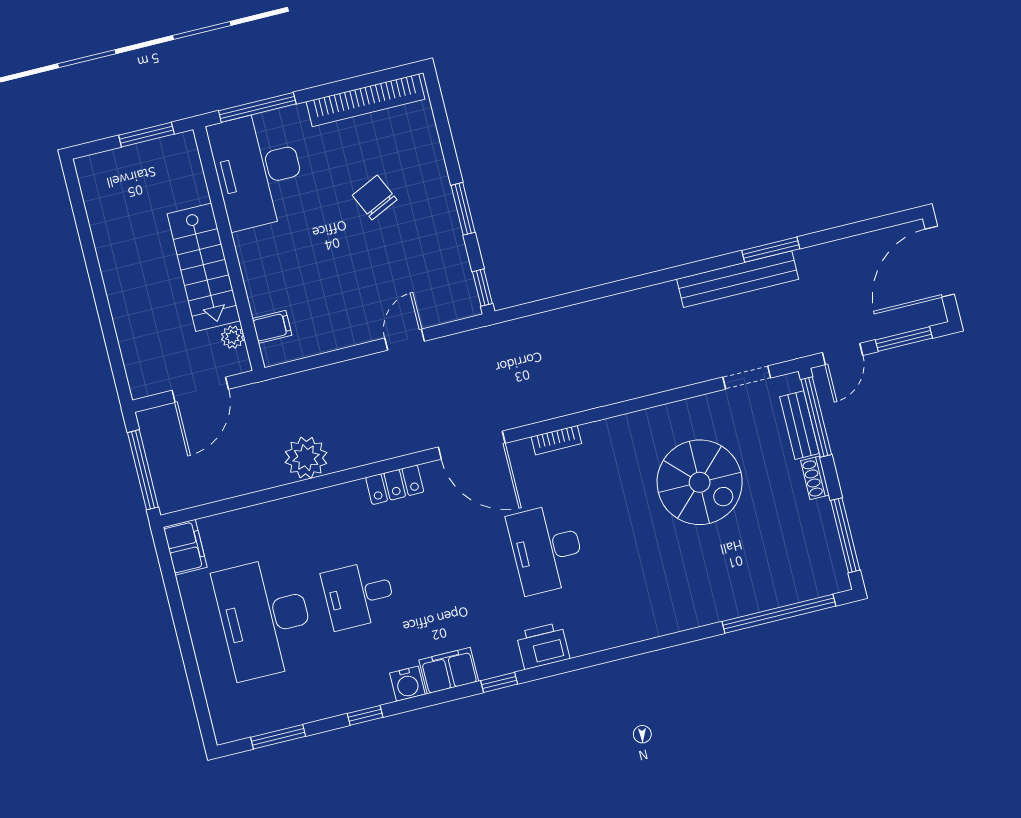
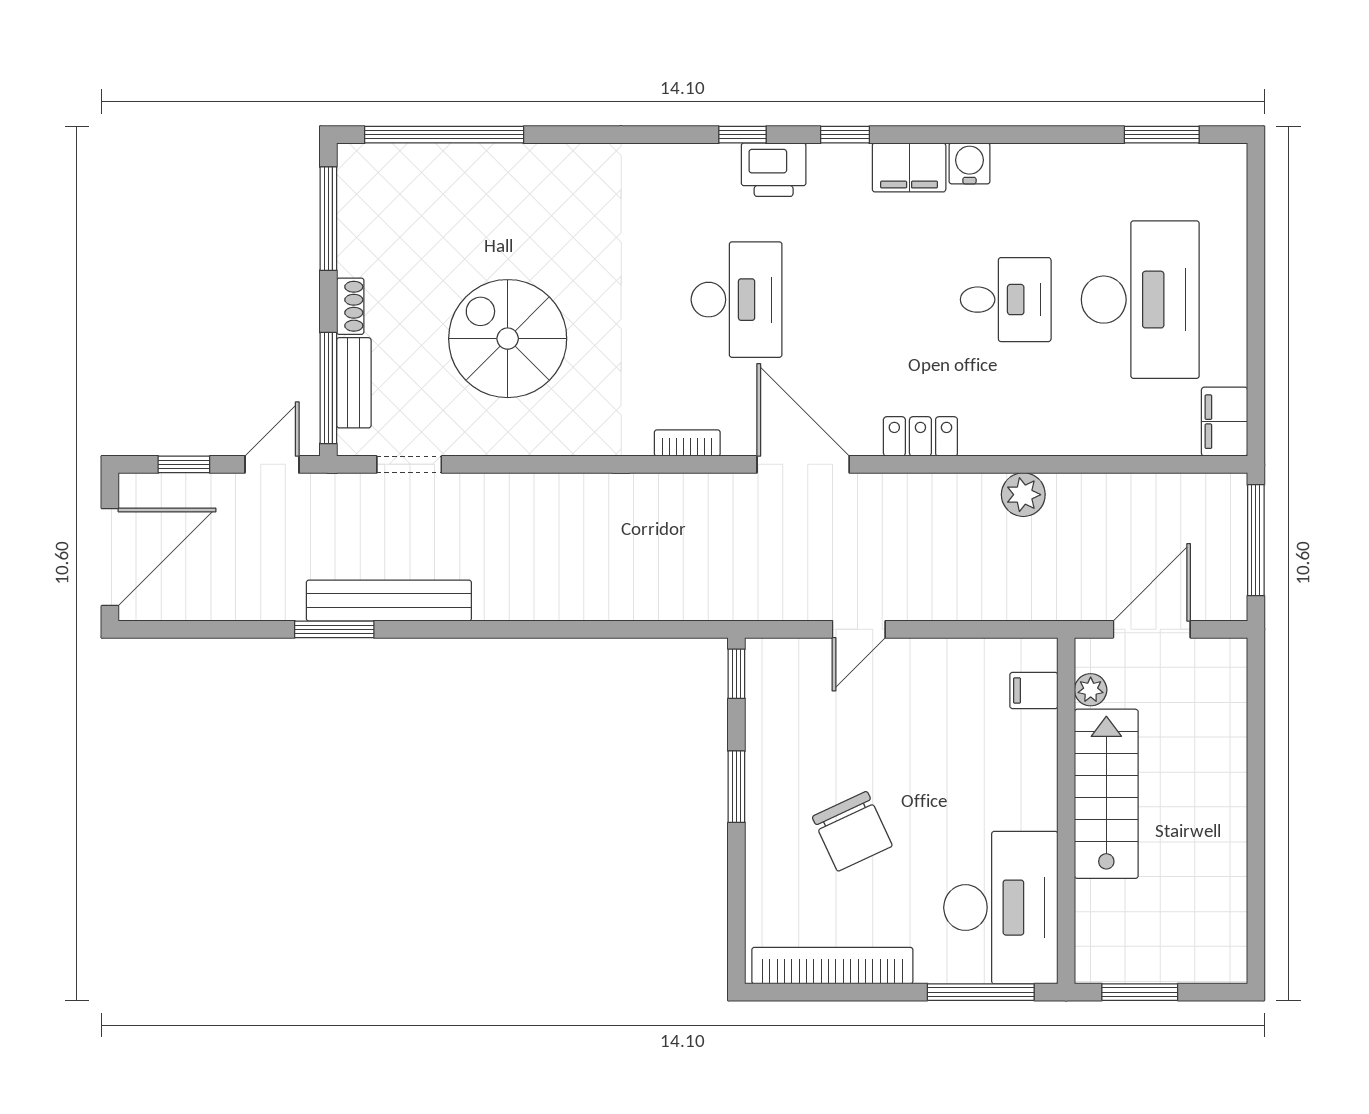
chair: (375, 198) -> (852, 831), width x1.37, depth x1.37
window: (904, 339) -> (184, 464), width x0.67
plant: (306, 458) -> (1023, 495), width x0.73, depth x0.73
window: (365, 715) -> (742, 135), moved

